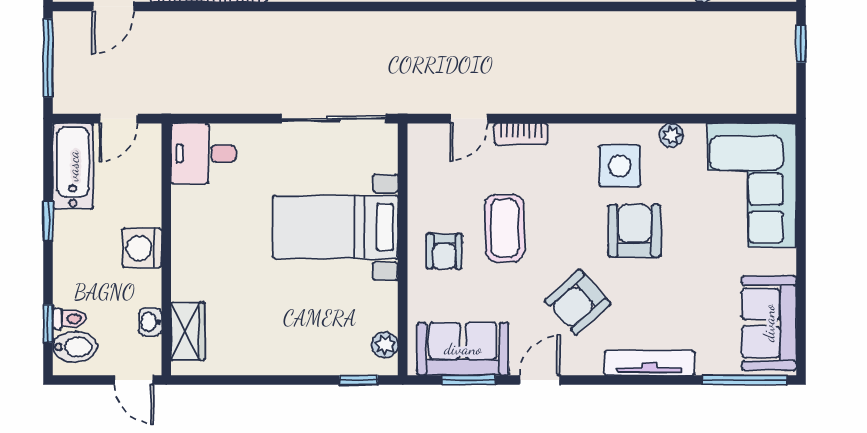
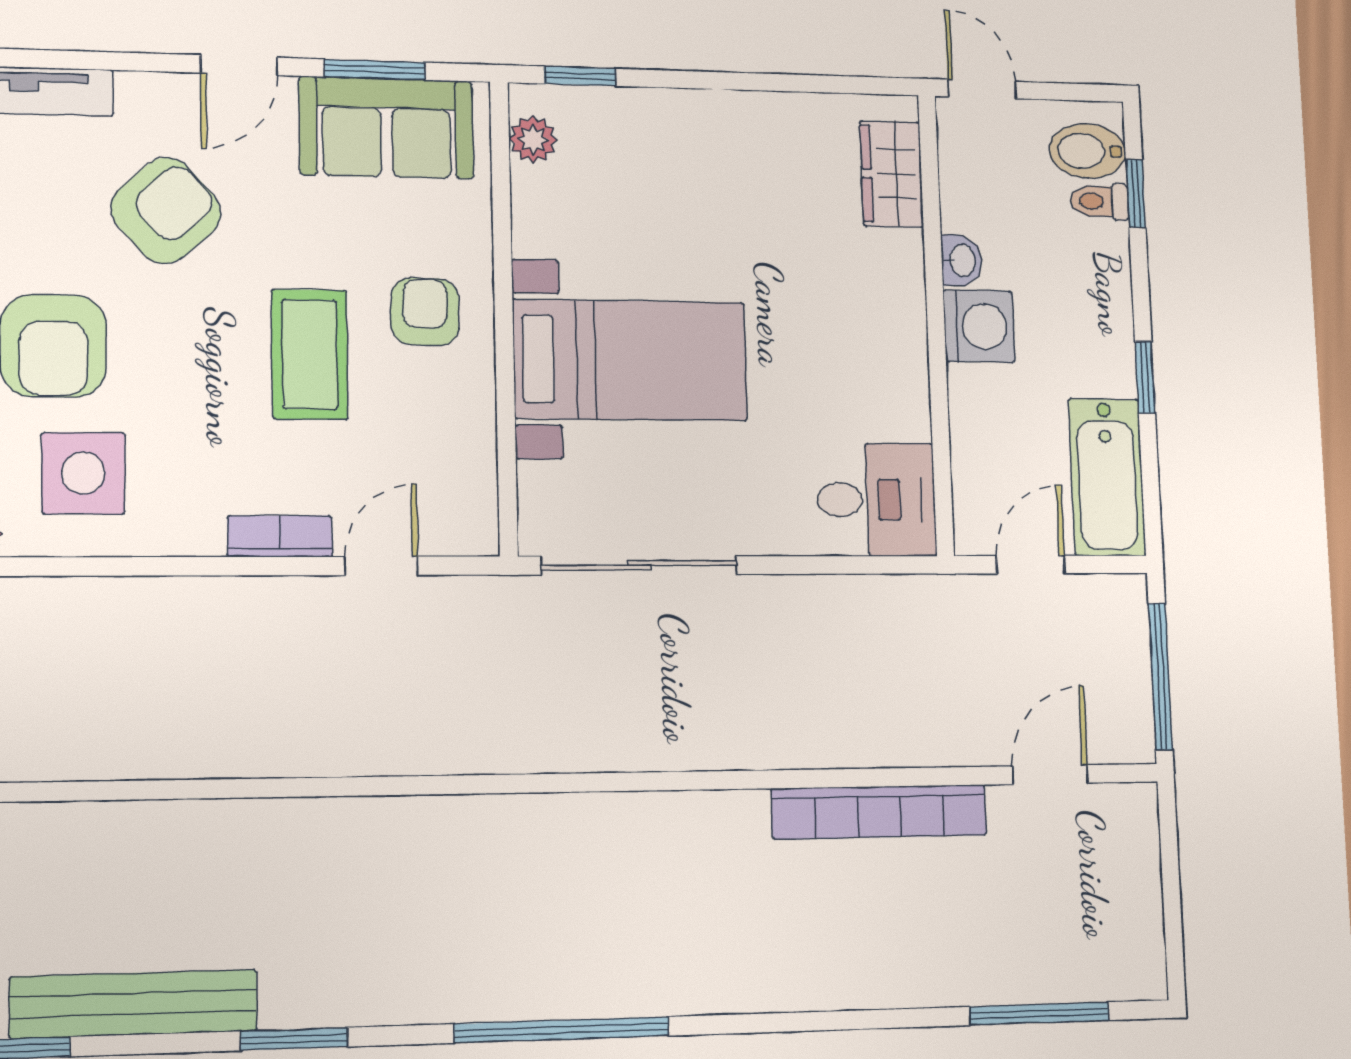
washbasin: (150, 322) -> (962, 260), moved

